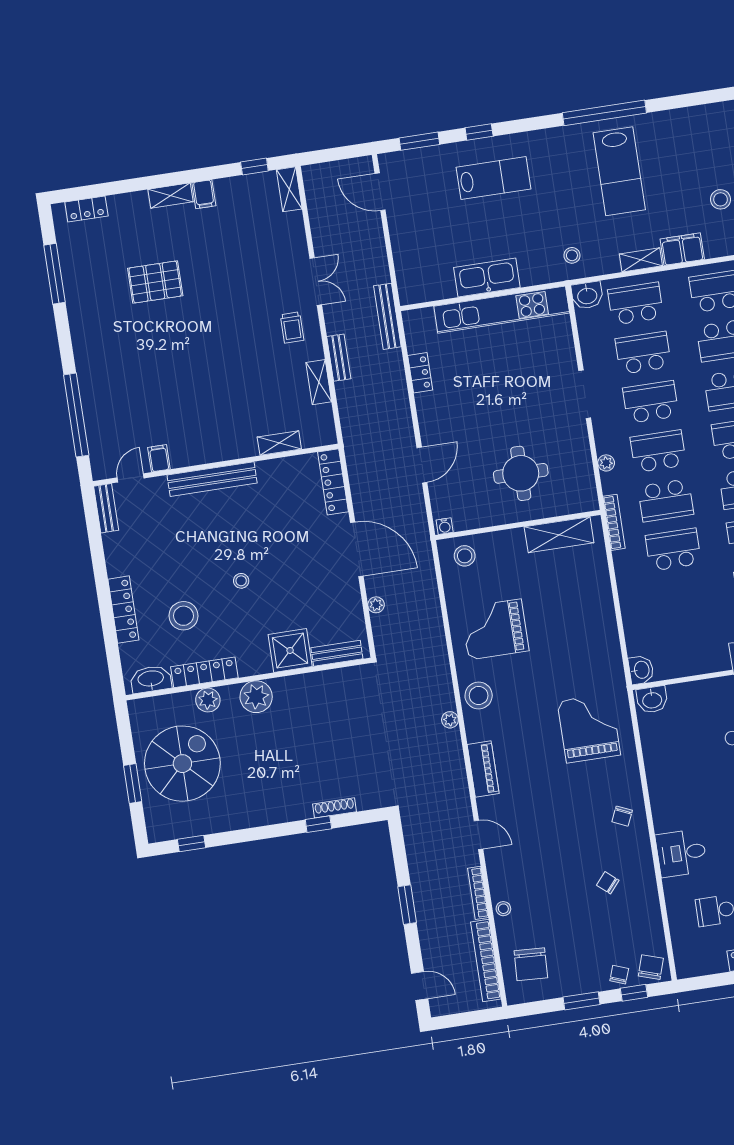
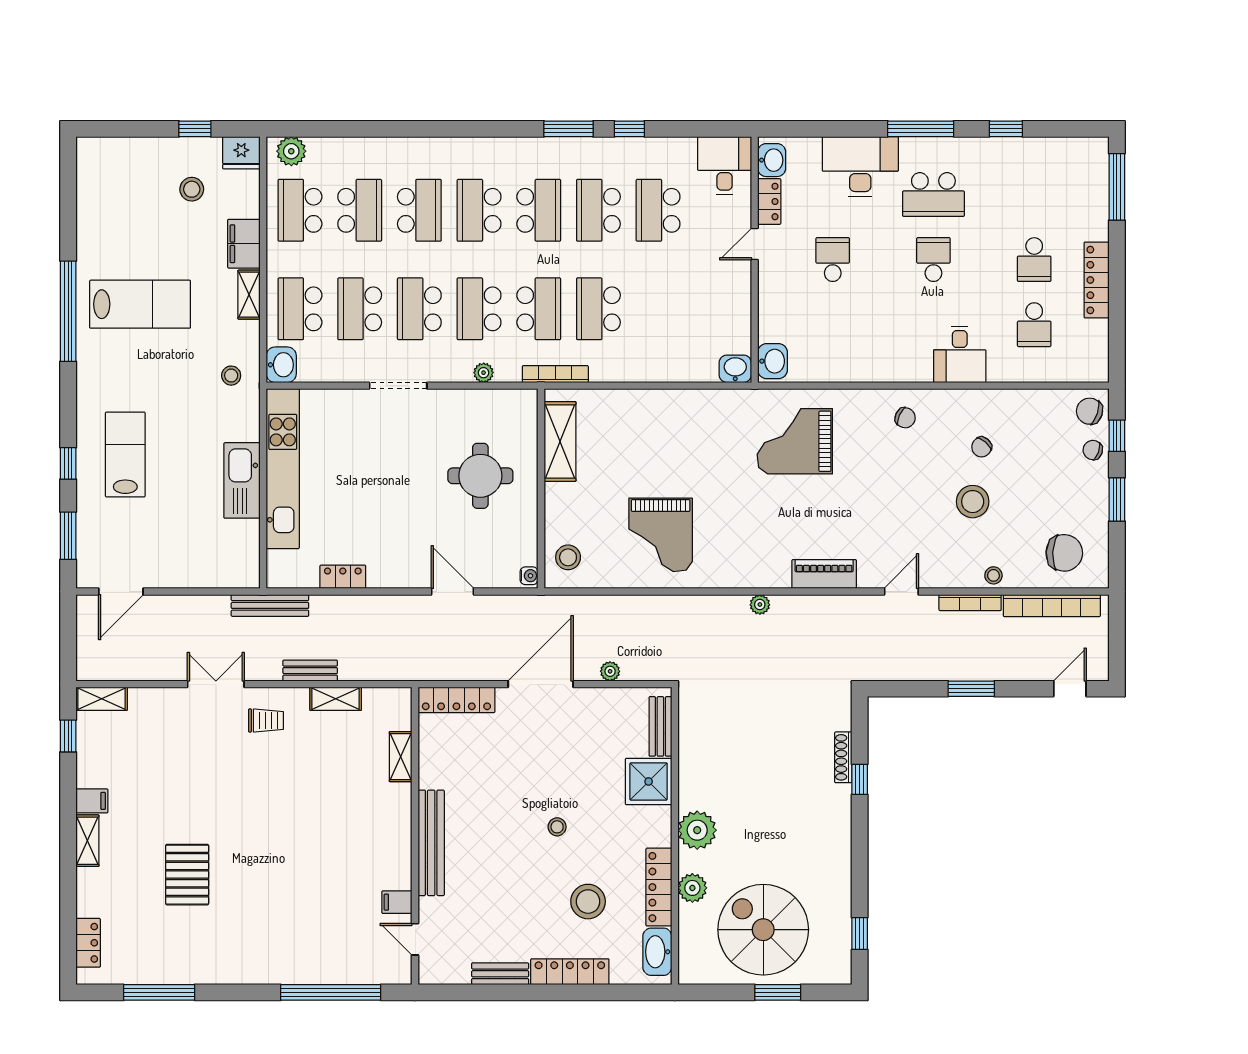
bench: (106, 508) -> (500, 974), moved
stool: (479, 695) -> (973, 502), moved

